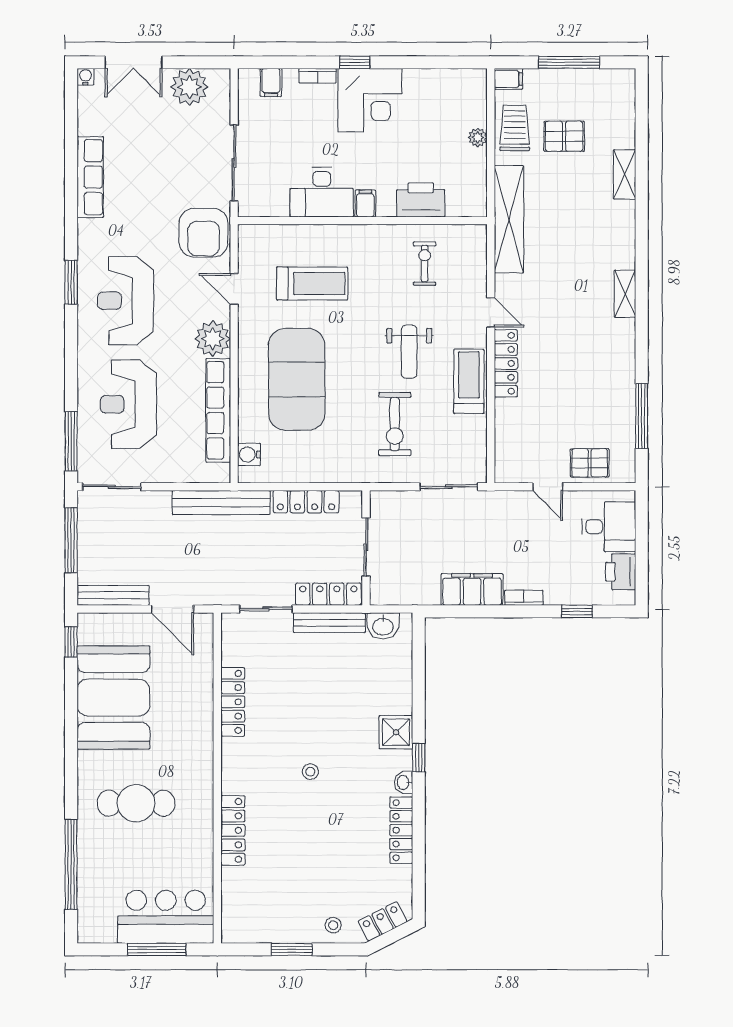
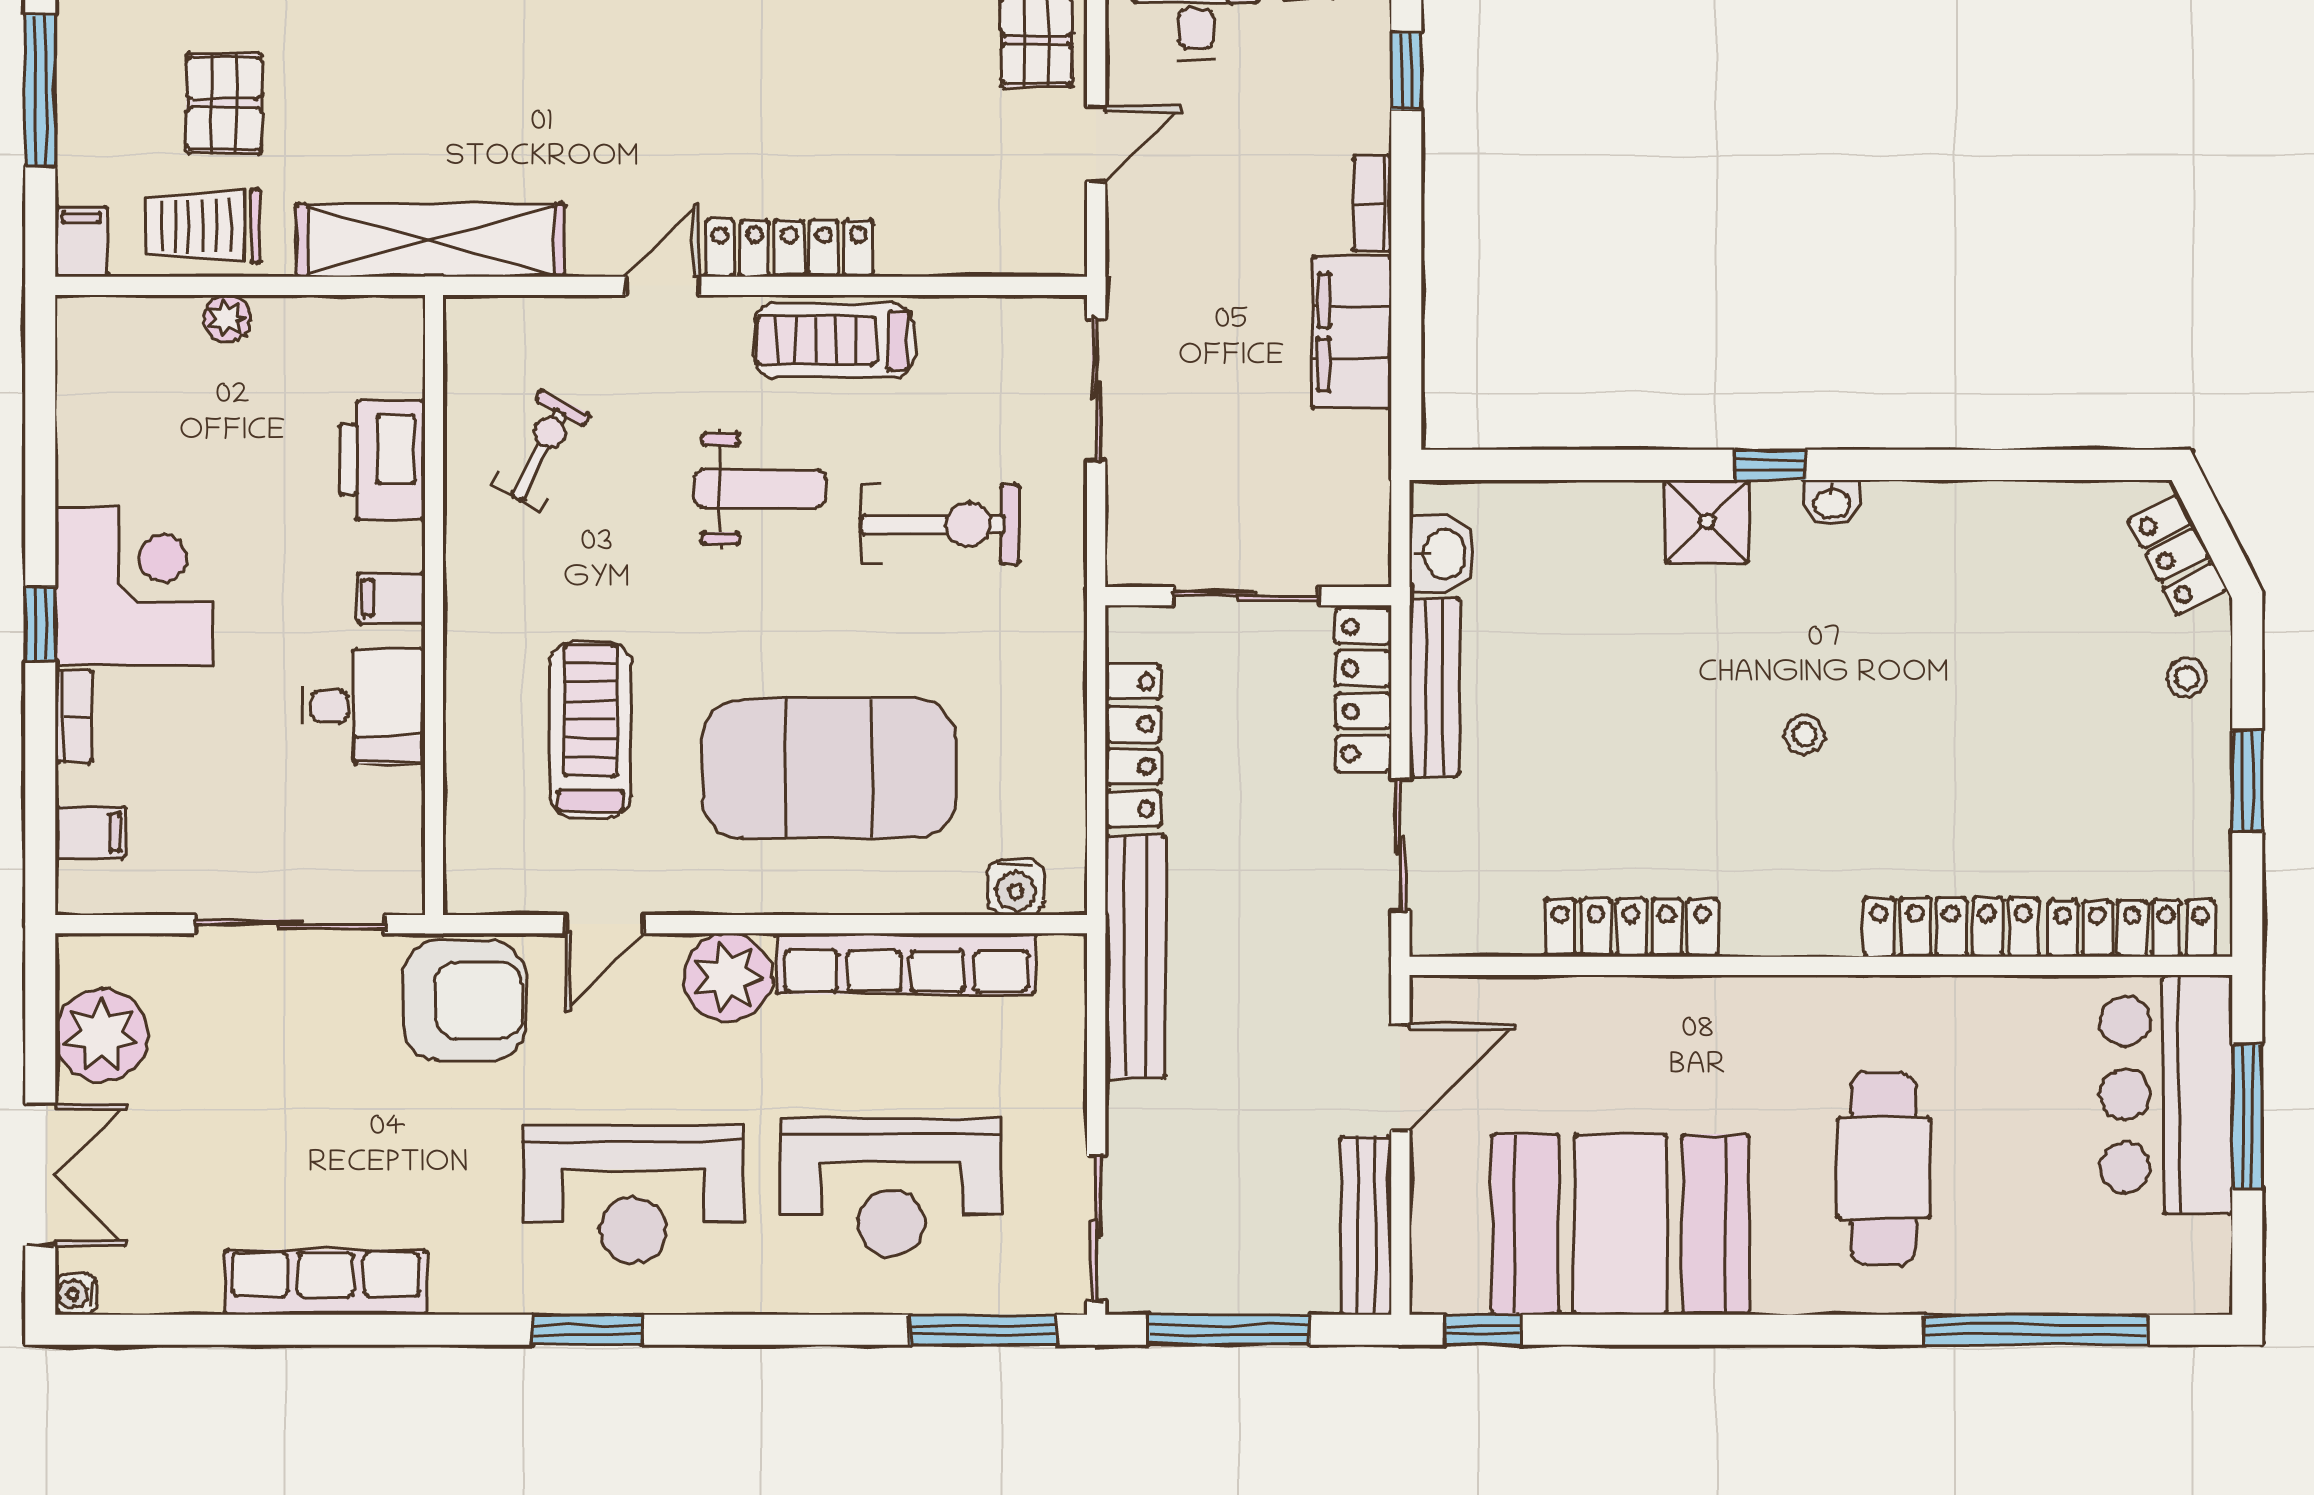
desk: (322, 192) -> (363, 706), width x0.73
exercise bike: (425, 264) -> (541, 450), turned 117
locker: (401, 830) -> (2132, 929), moved, turned 180

